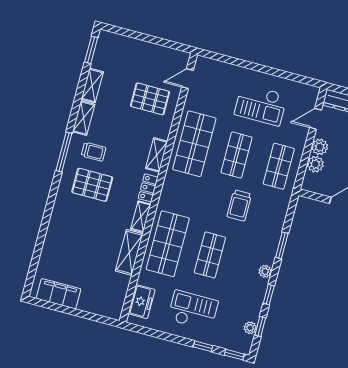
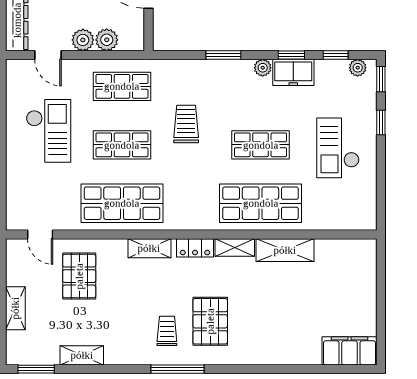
shelving: (84, 118) -> (15, 308), moved, turned 90
trolley: (239, 205) -> (186, 124), turned -90
filing cabinet: (59, 294) -> (350, 351), moved, turned 90
freezer: (142, 302) -> (293, 72), moved, turned 180
plant: (250, 328) -> (358, 68), moved

